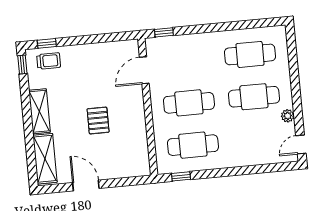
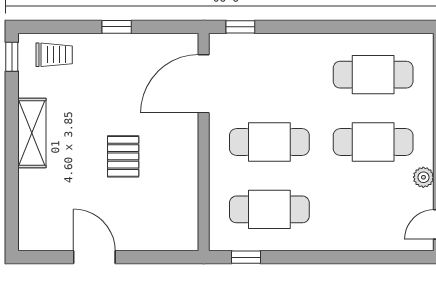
window: (47, 43) -> (117, 27), moved
door: (144, 70) -> (204, 84), width x1.36
shelving: (45, 159) -> (34, 209), removed

